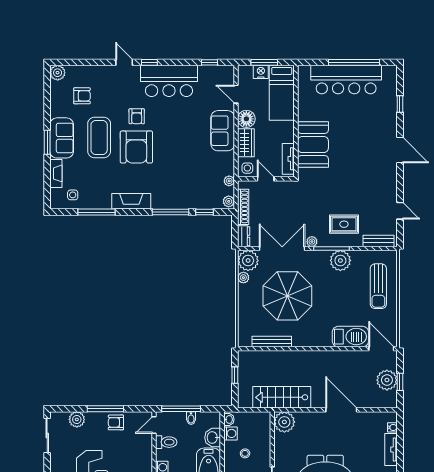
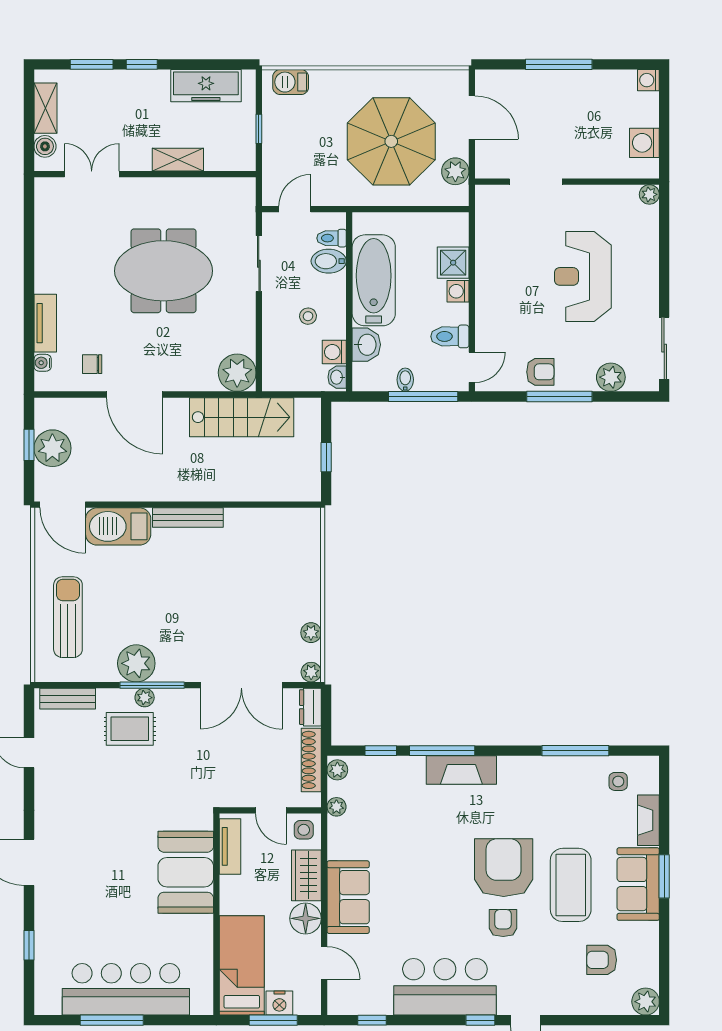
window: (354, 62) -> (112, 1020), width x0.68
fireplace: (131, 201) -> (461, 770), moved
plant: (312, 242) -> (145, 698), moved
plant: (248, 261) -> (311, 672), width x0.53, depth x0.53
parasol: (287, 296) -> (232, 600), removed
bench: (272, 341) -> (188, 518), moved
chair: (365, 427) -> (92, 364), added

